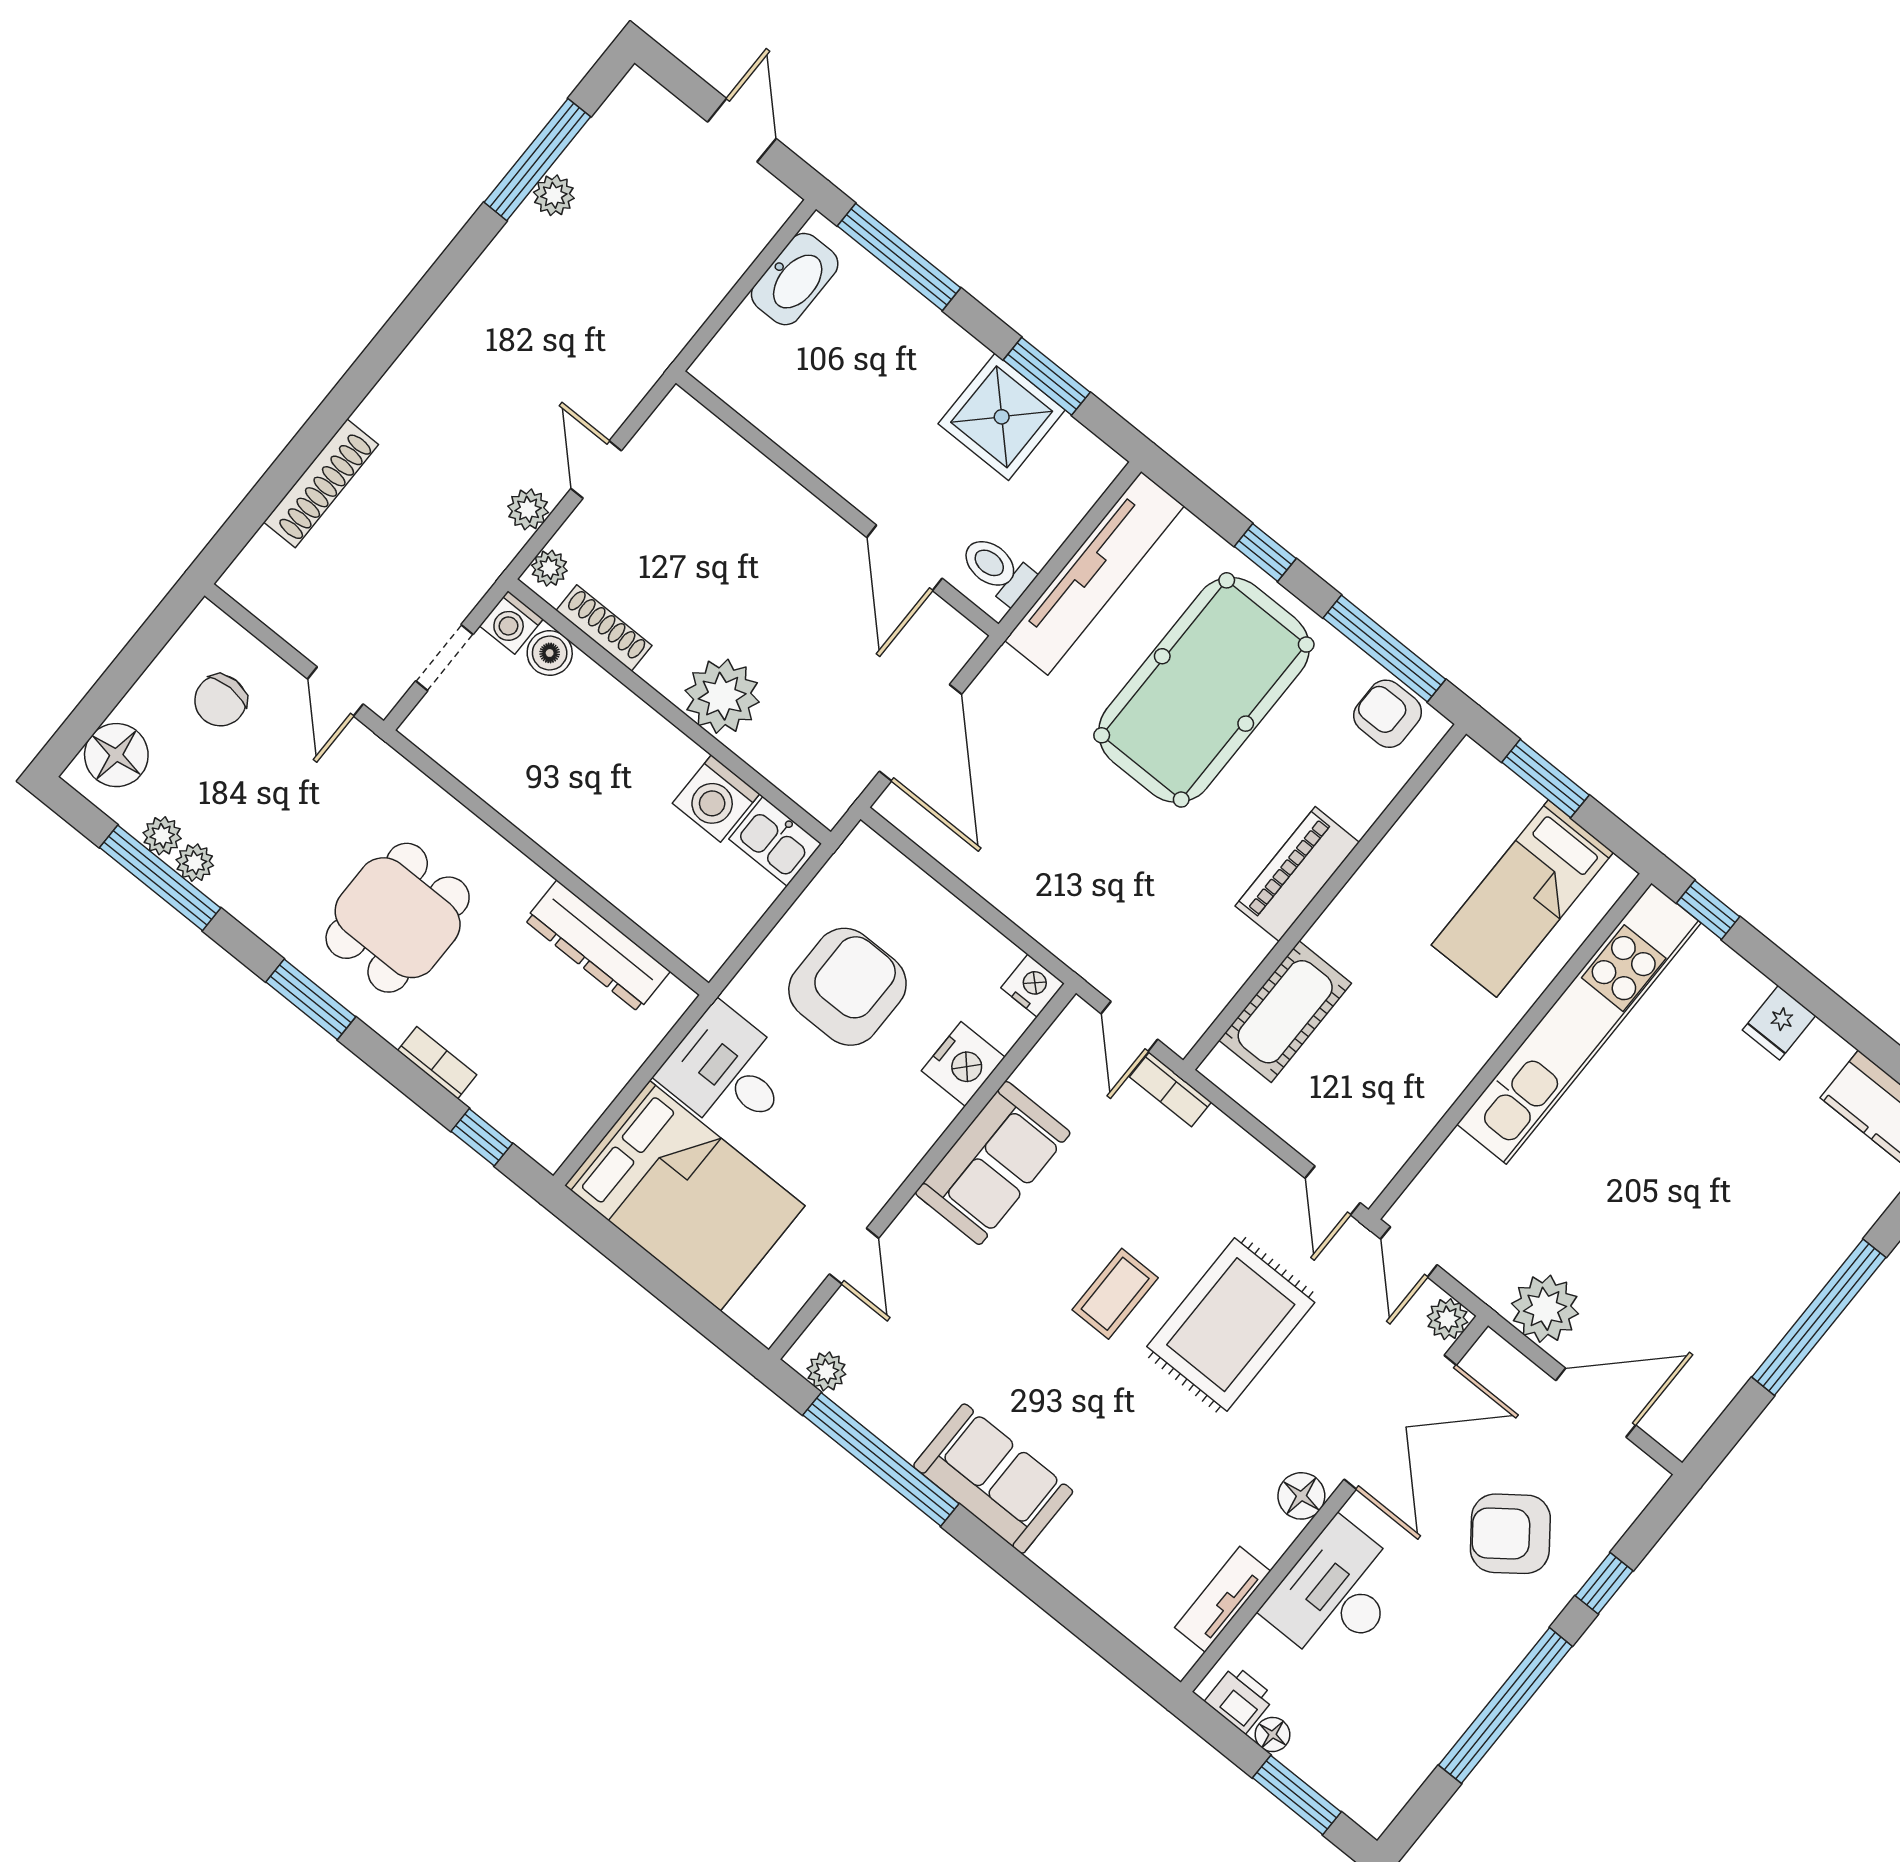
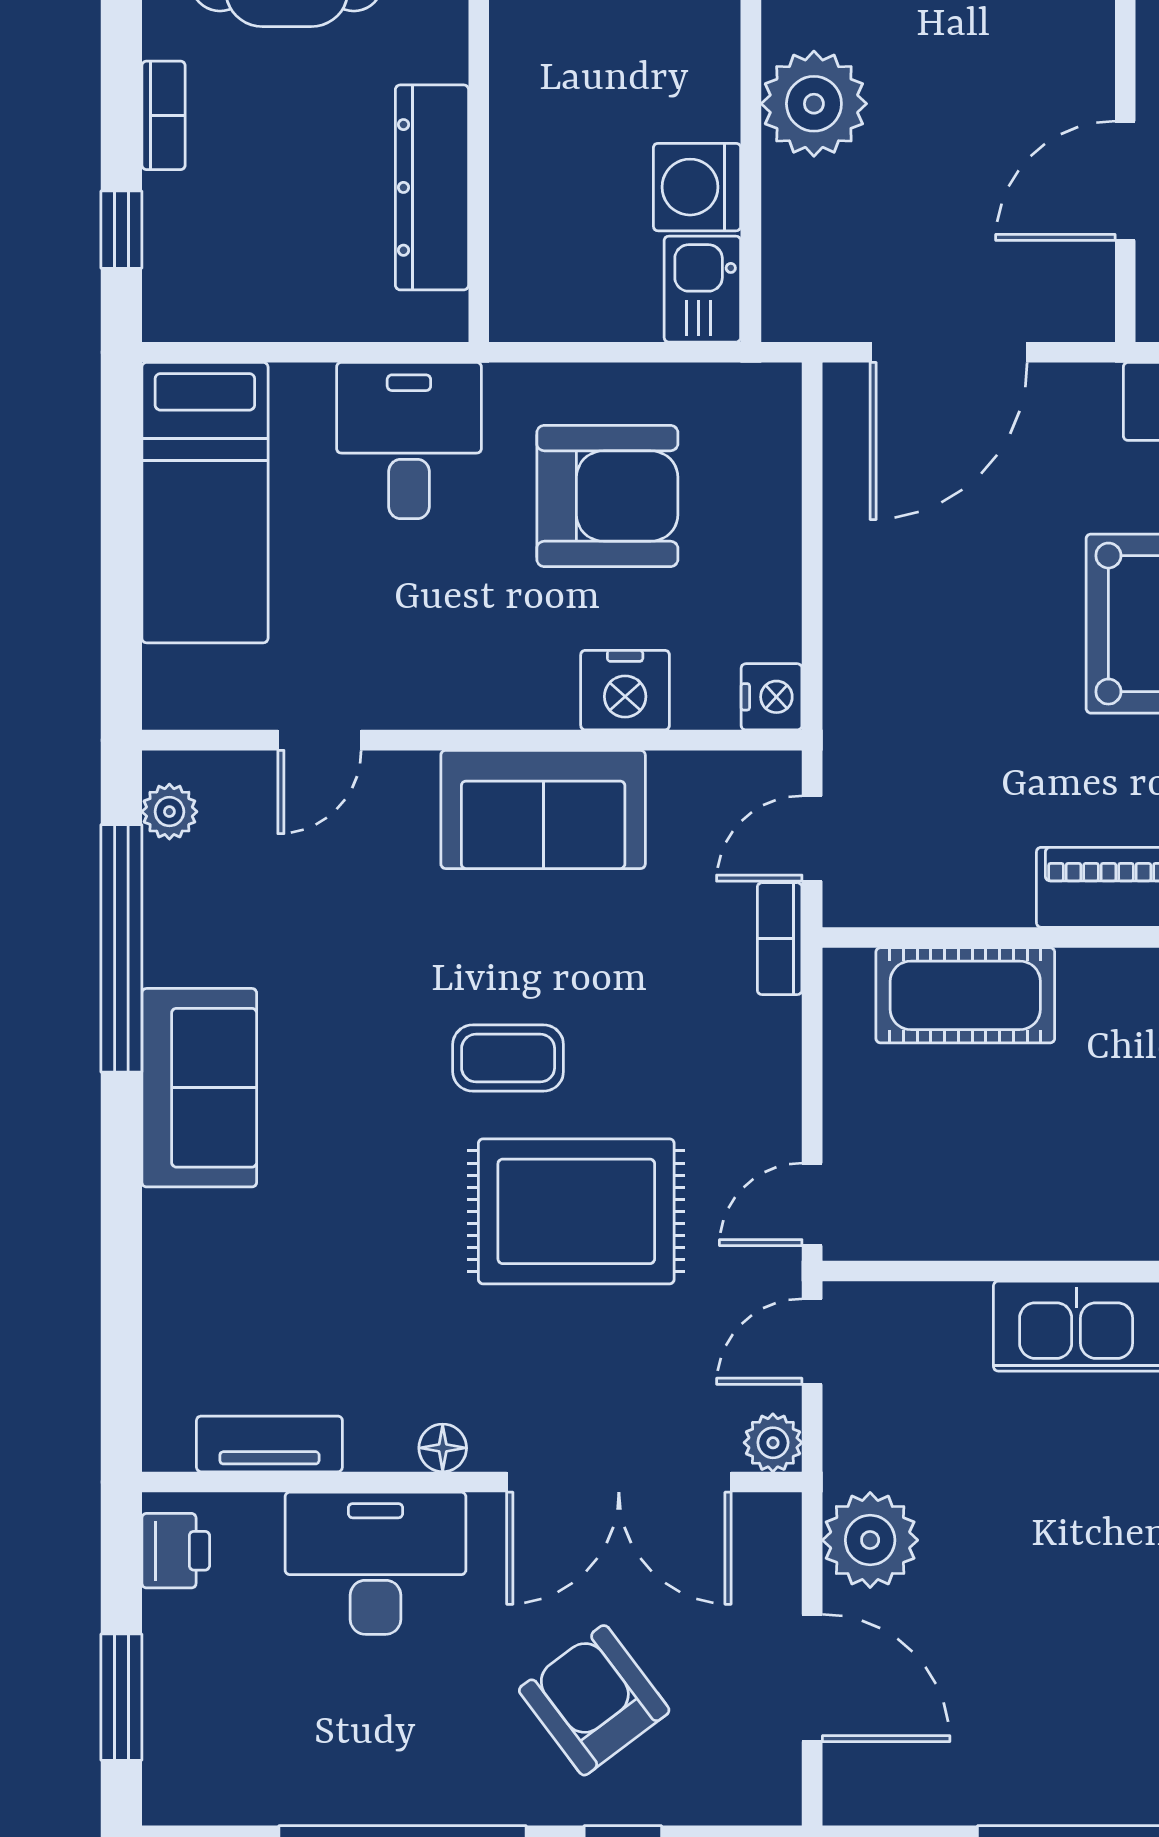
bed: (685, 1196) -> (205, 503), width x0.67
floor lamp: (1301, 1496) -> (443, 1448), width x0.73, depth x0.73
floor lamp: (1272, 1735) -> (166, 1617), removed

